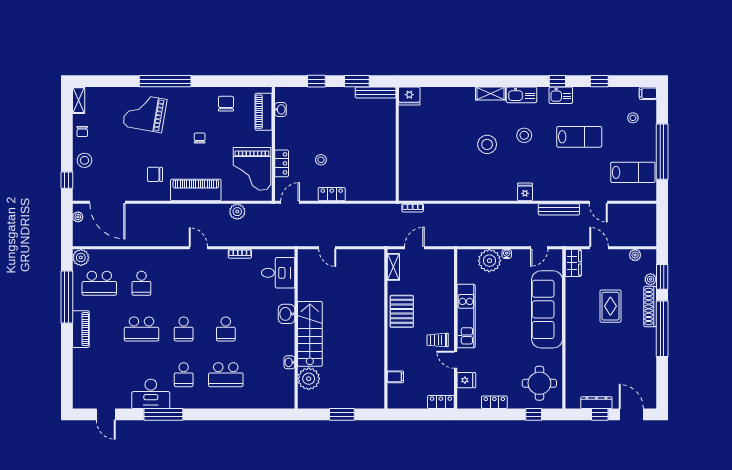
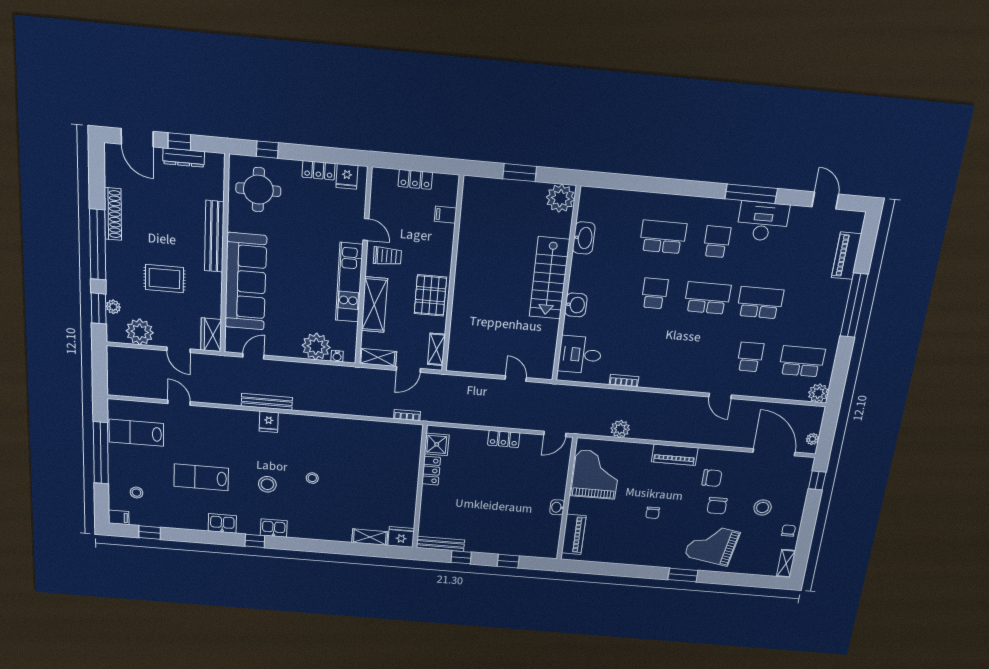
window: (165, 81) -> (683, 575), width x0.47
window: (357, 81) -> (461, 557), width x0.67
window: (557, 81) -> (255, 541), moved
window: (599, 81) -> (150, 533), moved
shelving: (491, 94) -> (370, 537), moved
kitchen sink: (522, 95) -> (274, 528), width x0.73
chair: (226, 104) -> (717, 506), moved
washbasin: (280, 109) -> (557, 507), moved
grand piano: (145, 113) -> (712, 544), turned 180
stool: (487, 144) -> (312, 478), width x0.53, depth x0.53
stool: (85, 160) -> (763, 508), moved
stool: (321, 160) -> (512, 478), removed
locker: (282, 163) -> (431, 471), moved, turned 180
shower: (386, 184) -> (437, 444), added
piano: (196, 190) -> (675, 455), width x0.73, depth x0.75
bench: (559, 209) -> (267, 402), moved
door: (198, 248) -> (720, 396), moved
water cooler: (507, 254) -> (337, 356), moved
plant: (635, 255) -> (140, 332), width x1.88, depth x1.88
shelving: (440, 256) -> (378, 357), added
window: (67, 297) -> (854, 305), moved
shelving: (445, 300) -> (374, 305), added
rug: (610, 306) -> (164, 279), turned 90
shoe rack: (650, 307) -> (113, 214), moved
piano: (81, 329) -> (846, 256), moved
school desk: (184, 329) -> (707, 298), width x1.85
bench: (572, 344) -> (214, 236), added
washbasin: (289, 362) -> (584, 238), width x1.91, depth x1.45
plant: (309, 379) -> (560, 198), moved
fridge: (466, 380) -> (347, 176), moved, turned -90
locker: (441, 402) -> (415, 179), moved

